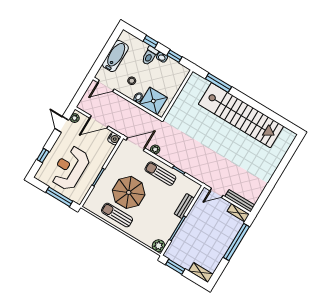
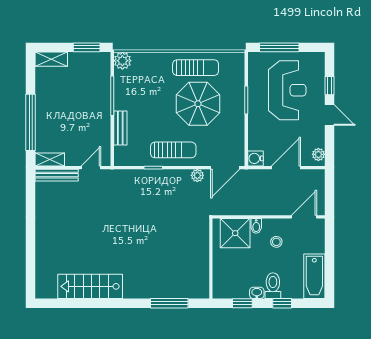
bathtub: (115, 56) -> (314, 276), moved
stairs: (241, 115) -> (90, 286), width x0.54, depth x0.66
door: (62, 124) -> (329, 115), moved

